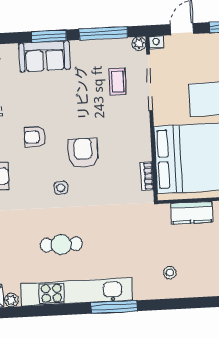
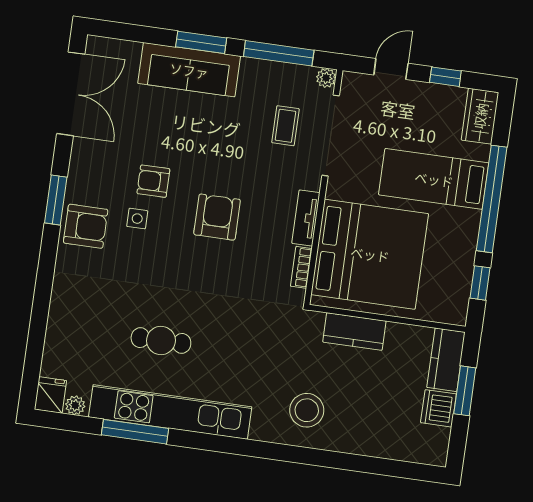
nightstand: (156, 42) -> (351, 81), removed
sofa: (44, 56) -> (189, 70), width x1.36
tv unit: (144, 142) -> (306, 218), added
side table: (61, 188) -> (137, 219), moved
stool: (170, 273) -> (307, 410), width x1.89, depth x1.89
window: (114, 307) -> (135, 432), moved

